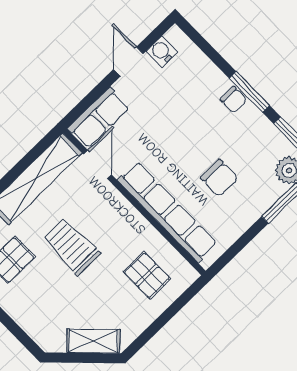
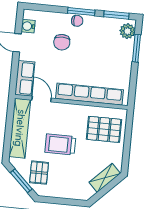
chair: (219, 178) -> (62, 42), moved, turned 90
pallet: (147, 275) -> (104, 129), width x1.50, depth x1.42

